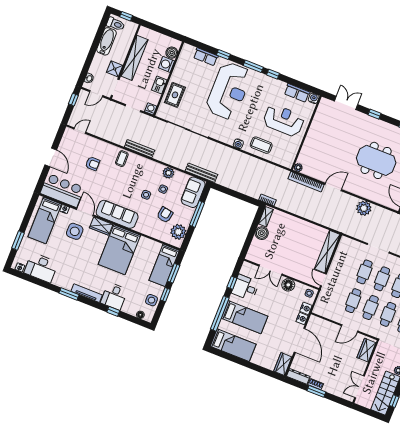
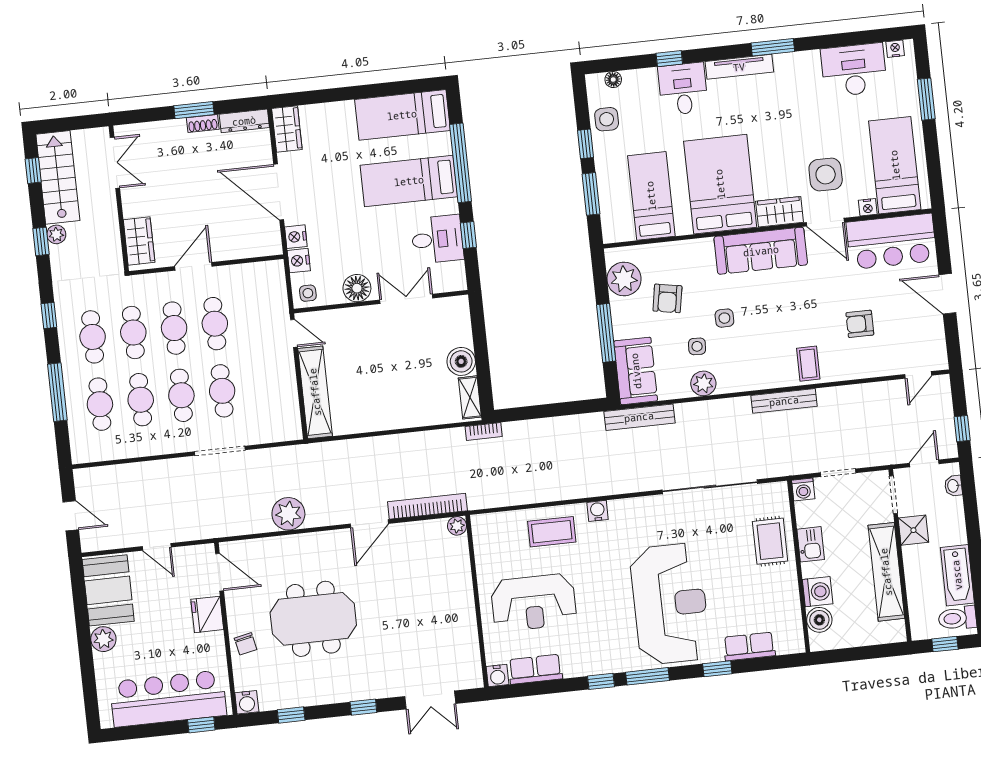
reception desk: (229, 91) -> (670, 604), turned 180
bed: (164, 265) -> (651, 196), moved

